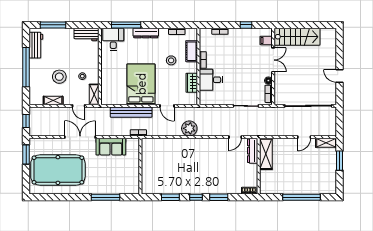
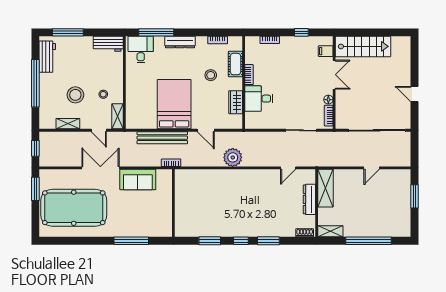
shelving: (326, 143) -> (330, 231), moved
dresser: (253, 151) -> (309, 199), moved

